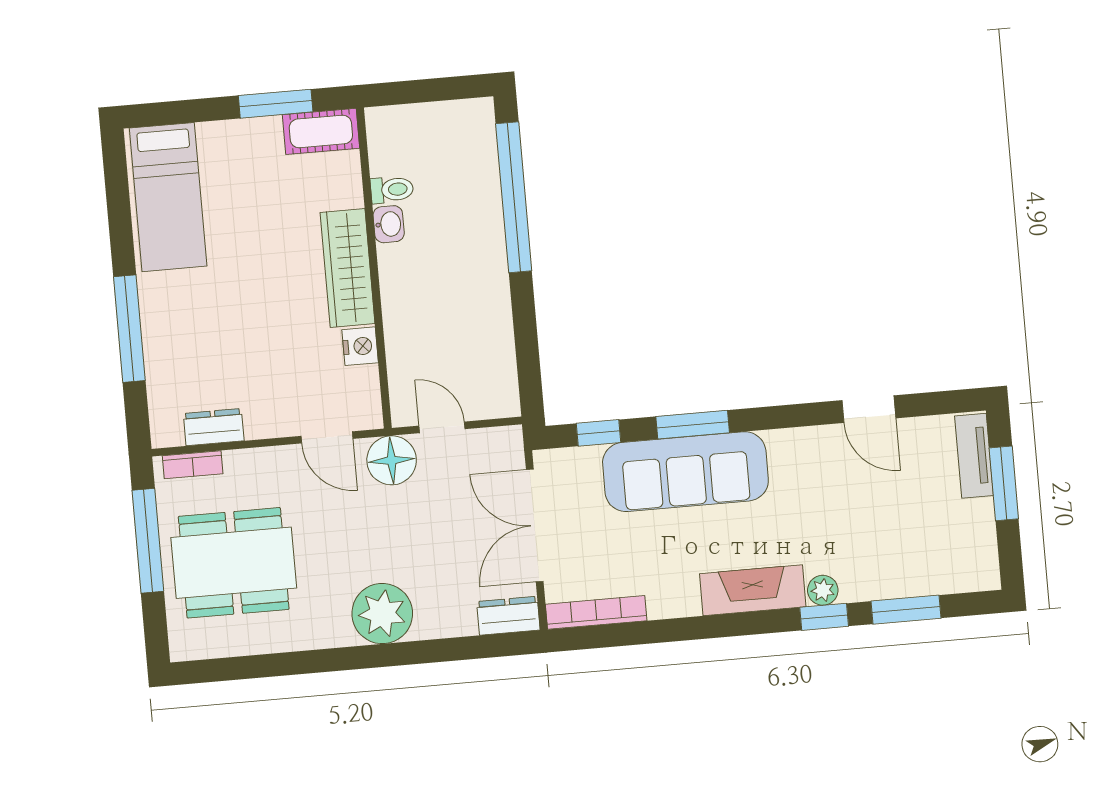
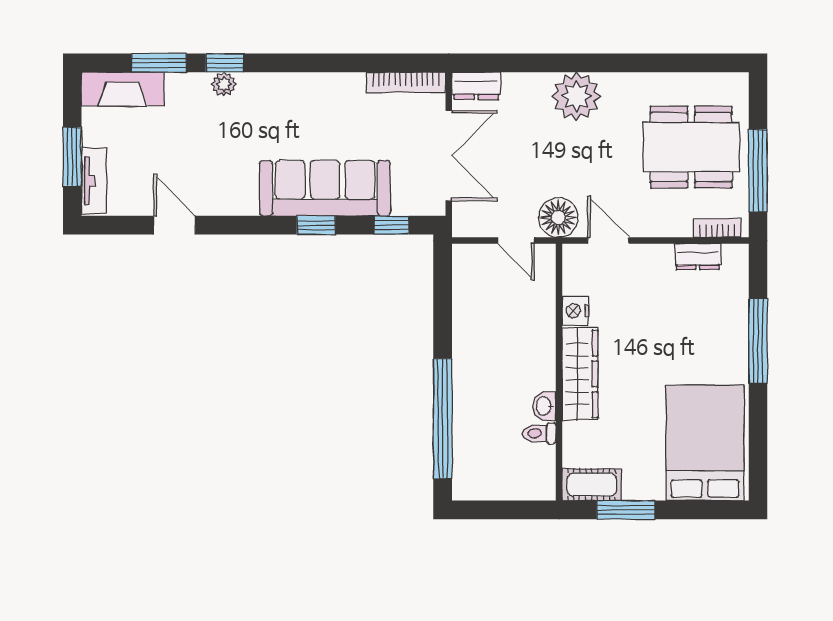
bed: (168, 197) -> (705, 443), width x1.50
window: (693, 425) -> (316, 225), width x0.67
fireplace: (753, 590) -> (123, 89), moved

